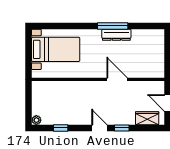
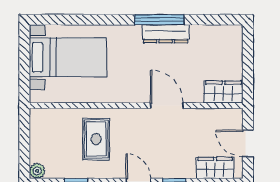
wardrobe: (152, 71) -> (223, 92), added
rug: (73, 100) -> (96, 139), added

